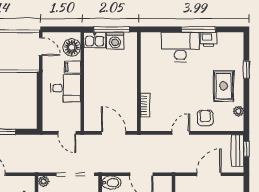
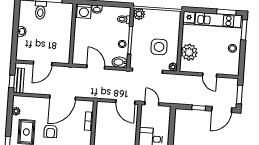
armchair: (205, 118) -> (51, 131), moved
door: (114, 133) -> (125, 102), moved
door: (181, 133) -> (63, 97), width x1.87

